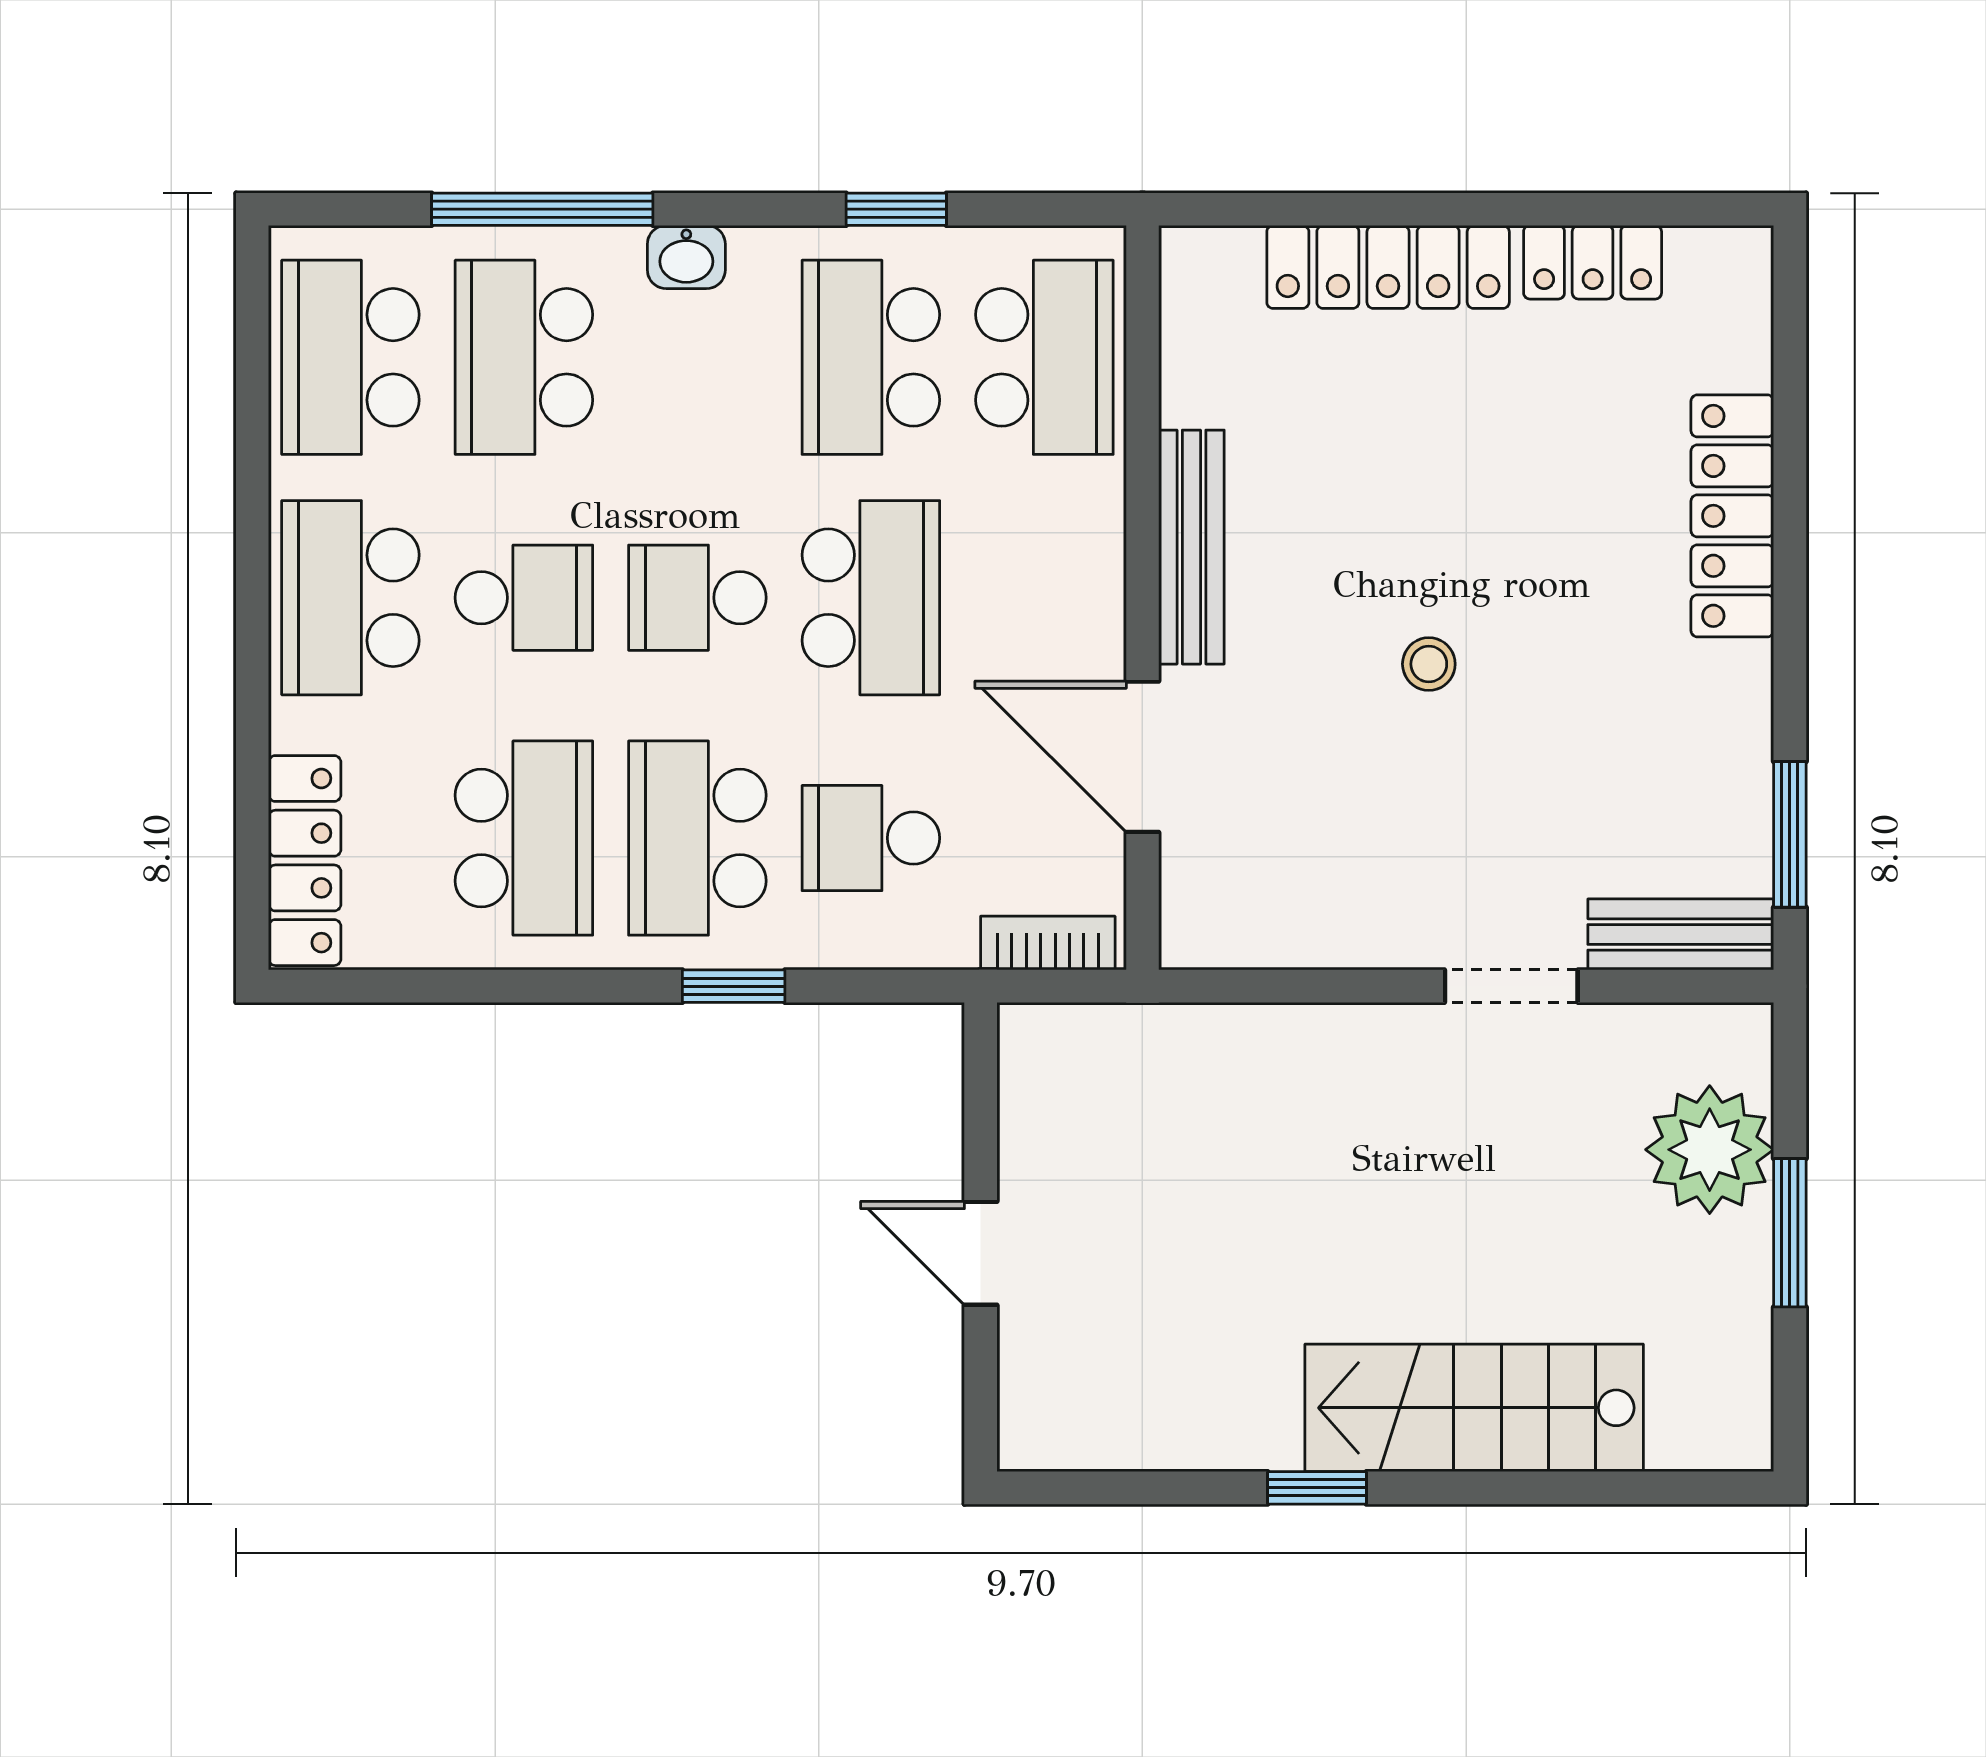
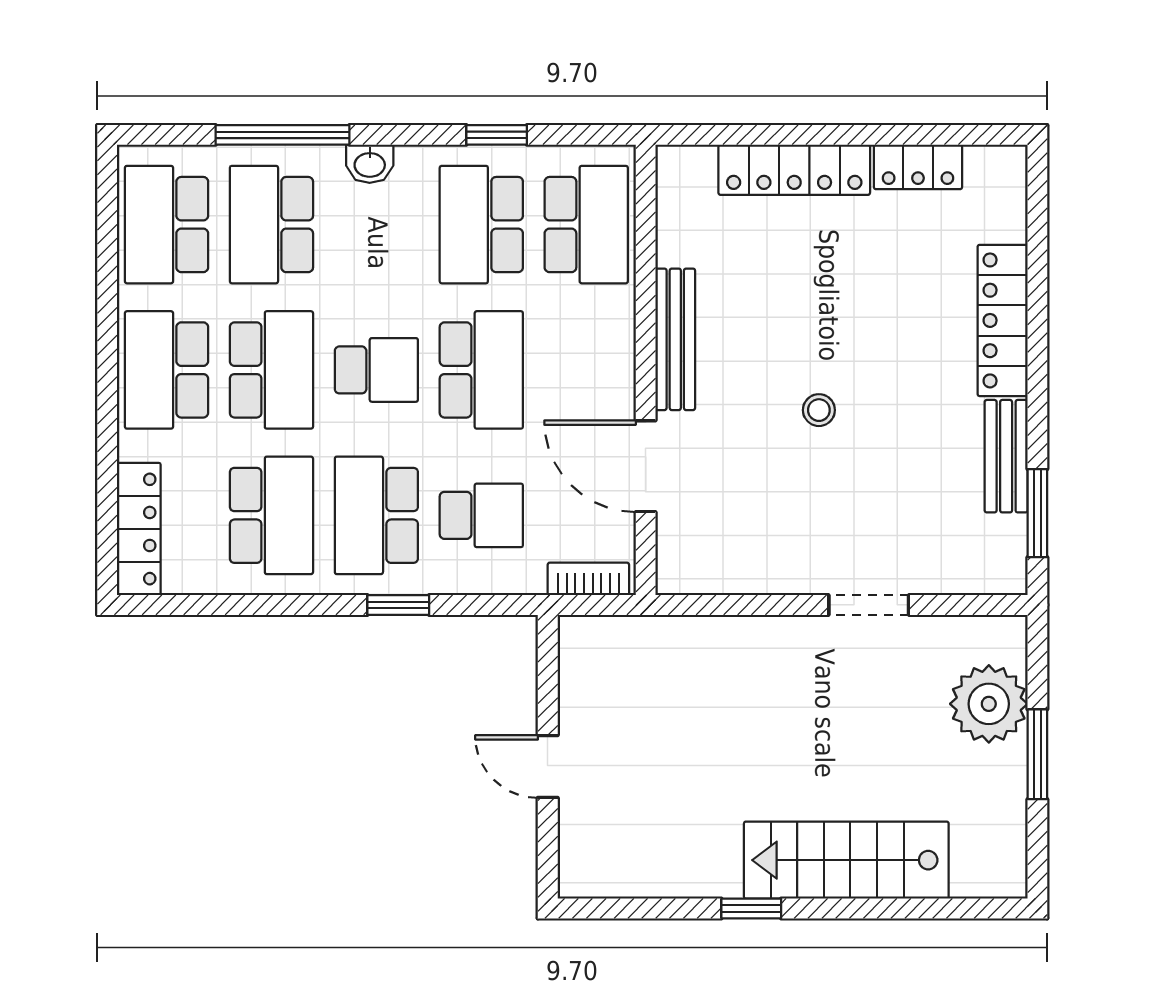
school desk: (524, 598) -> (271, 370), width x1.85
school desk: (697, 598) -> (376, 370), turned 180
school desk: (871, 838) -> (481, 515), turned 180
bench: (1681, 934) -> (1006, 456), moved, turned 90

